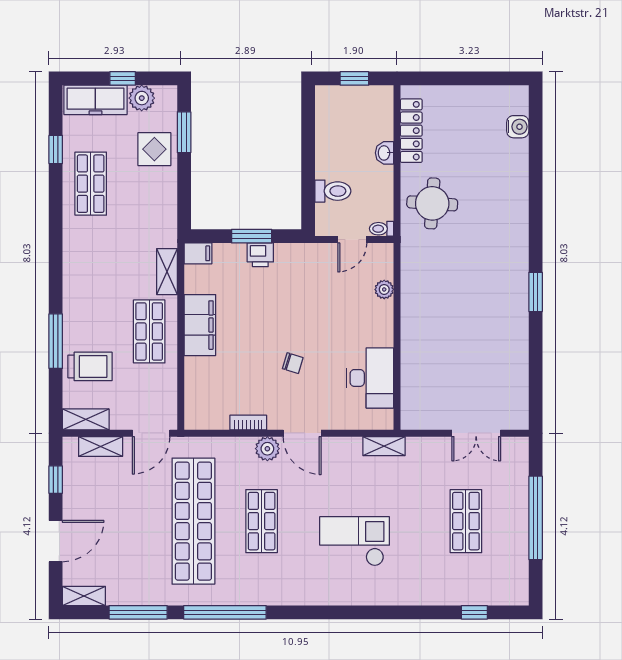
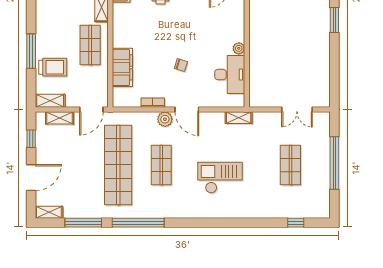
plant: (384, 289) -> (239, 48), moved
filing cabinet: (200, 325) -> (122, 67), moved

